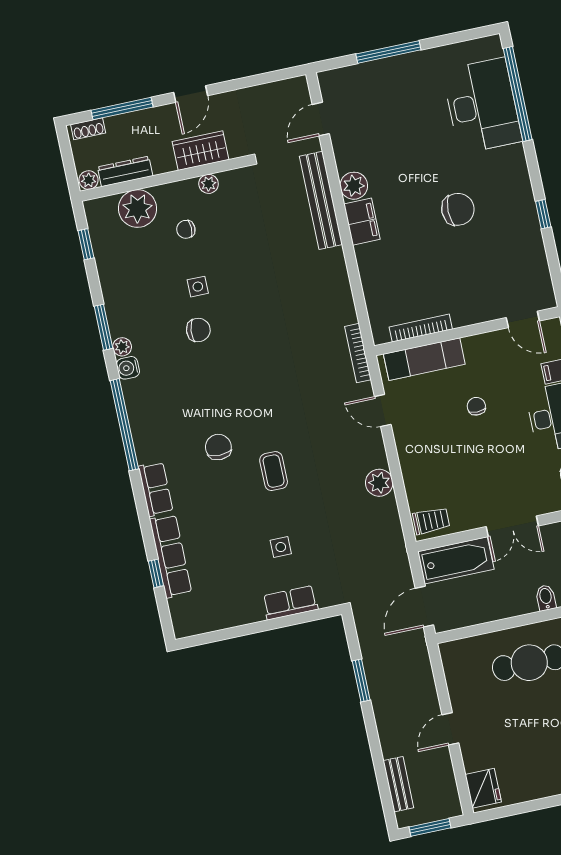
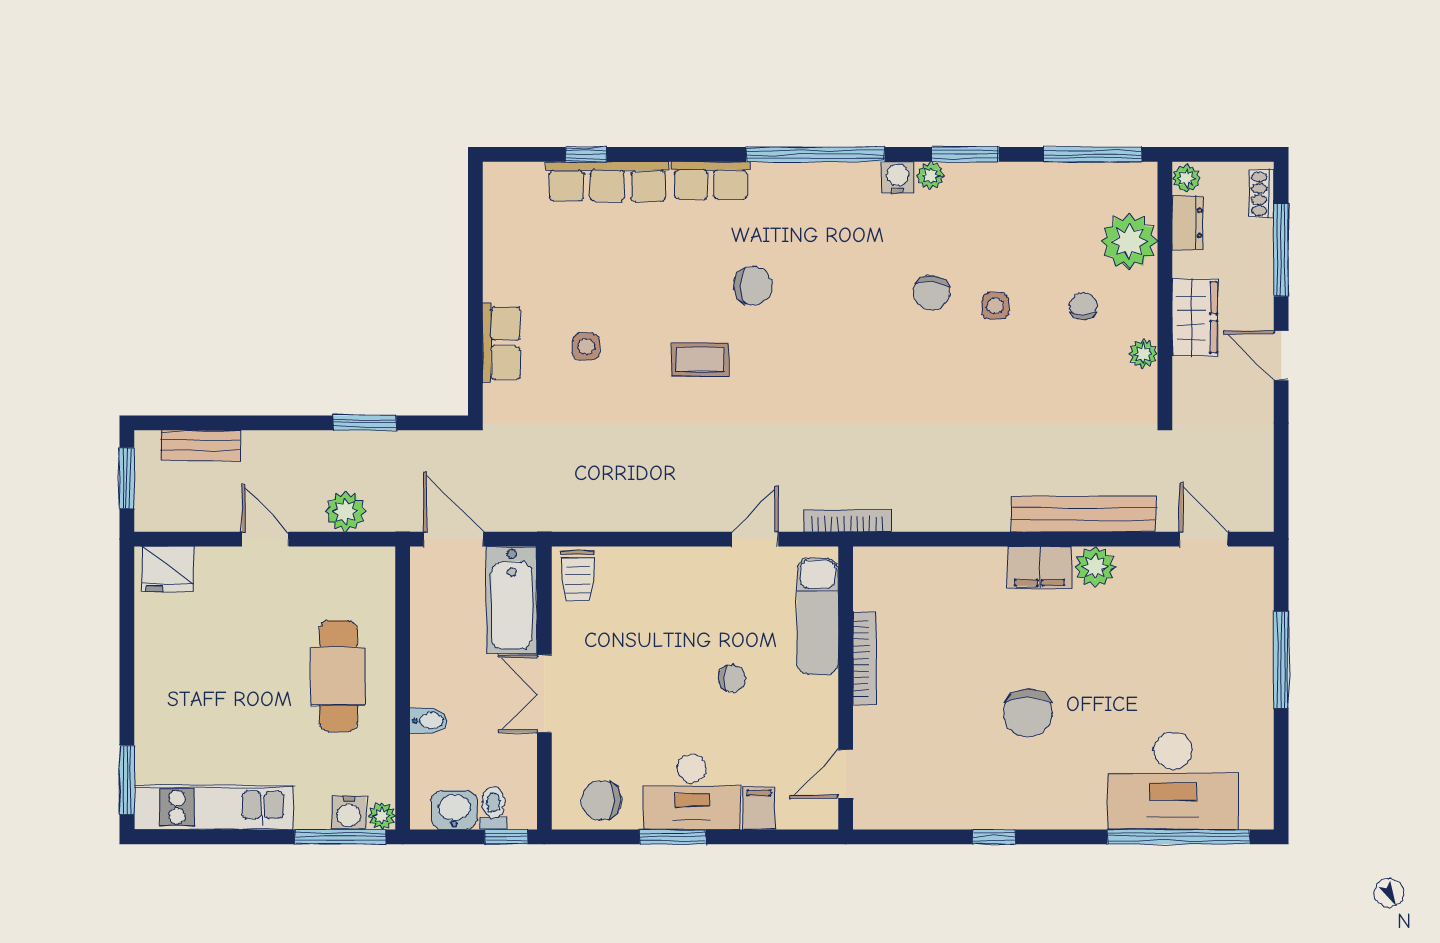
wardrobe: (201, 151) -> (1195, 317), moved
dresser: (125, 171) -> (1188, 223), width x0.70
window: (86, 244) -> (1093, 154), width x2.17
bookcase: (421, 328) -> (865, 658), moved
plant: (379, 483) -> (346, 511), moved

